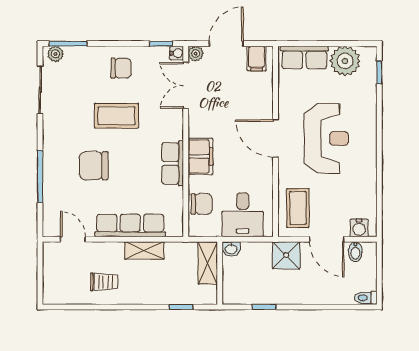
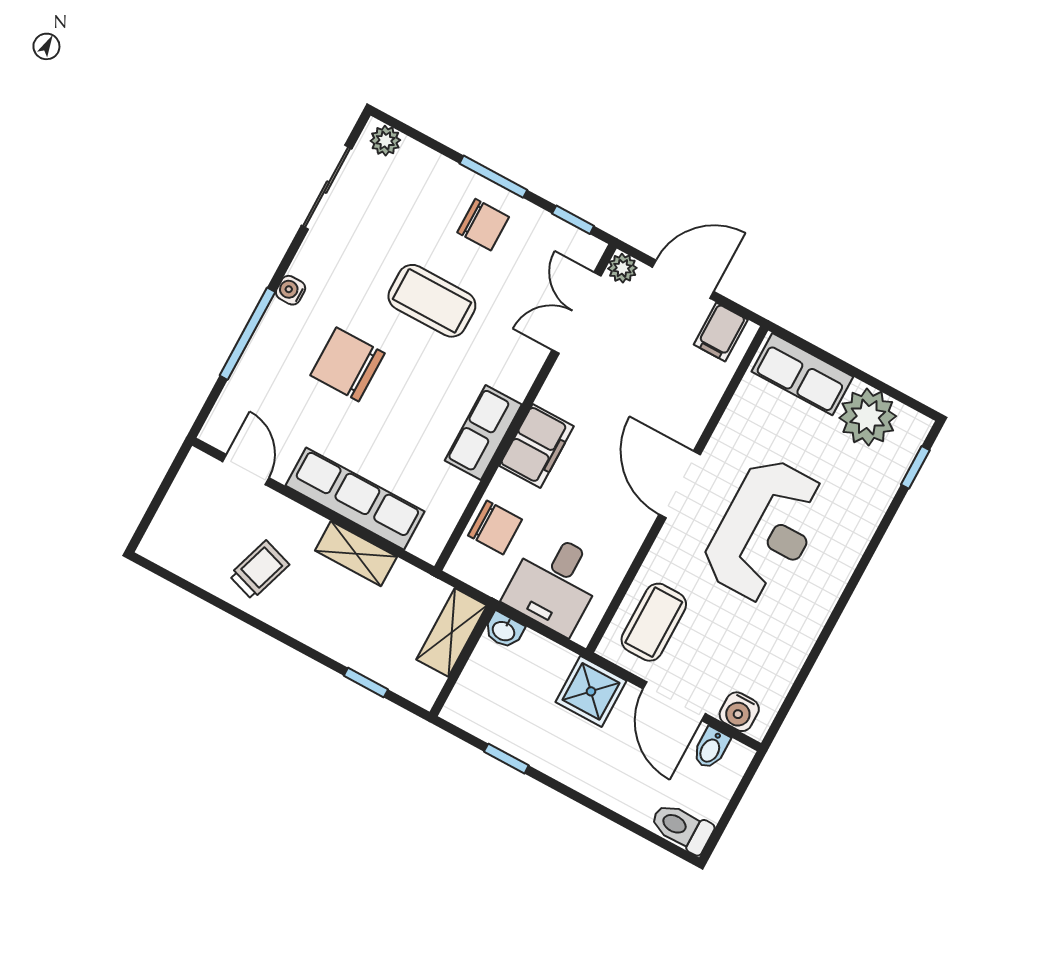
window: (68, 44) -> (493, 177), moved
water cooler: (177, 53) -> (291, 290), moved, turned 180
trolley: (104, 282) -> (259, 570), turned -72
toilet: (366, 298) -> (682, 828), width x1.37, depth x1.39

